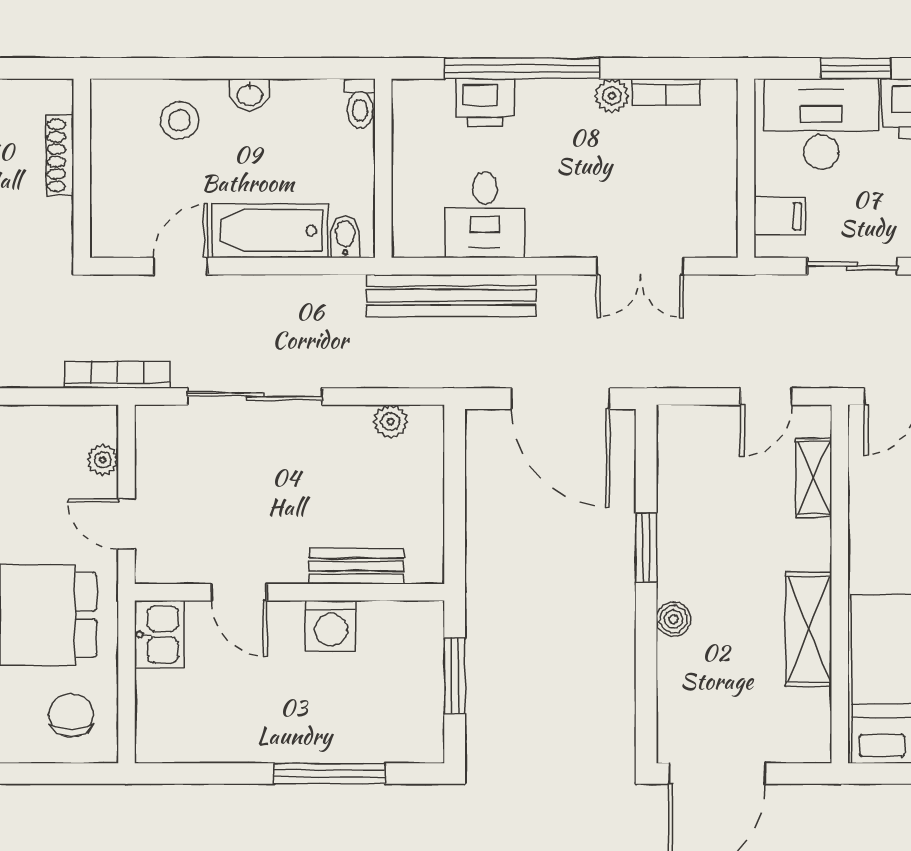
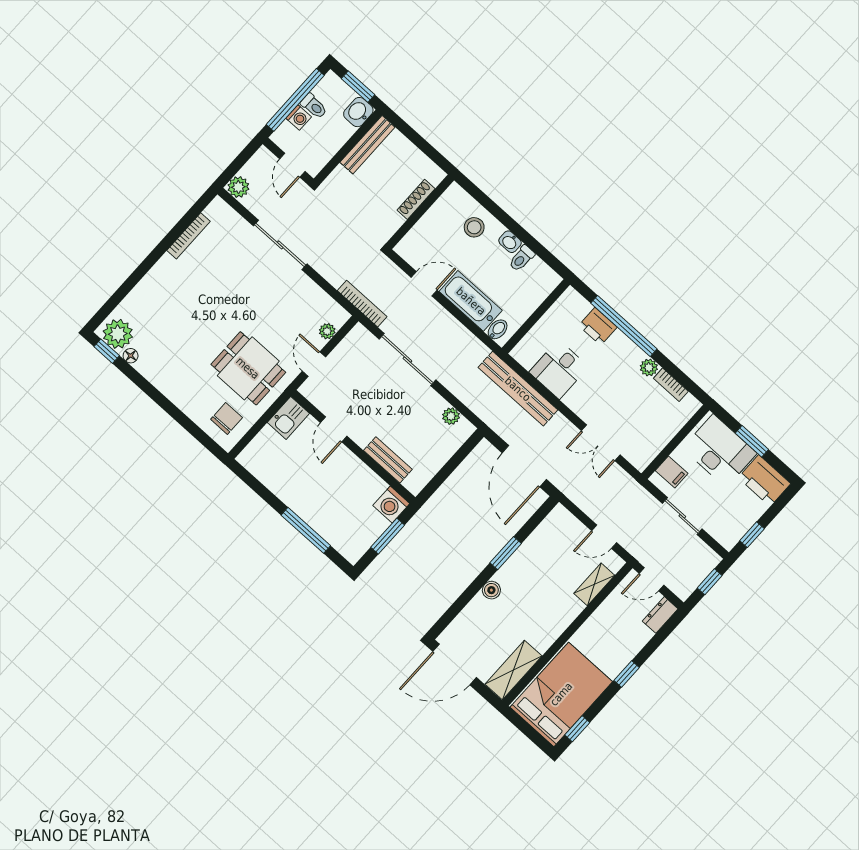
toilet: (360, 103) -> (522, 258), moved
washing machine: (331, 626) -> (391, 504), moved
shelving: (809, 629) -> (513, 670), moved

